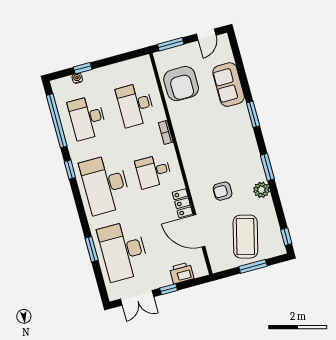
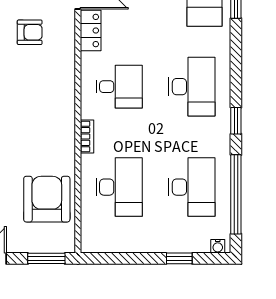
water cooler: (77, 78) -> (218, 246), moved
desk: (105, 184) -> (192, 87), width x0.73, depth x0.77

